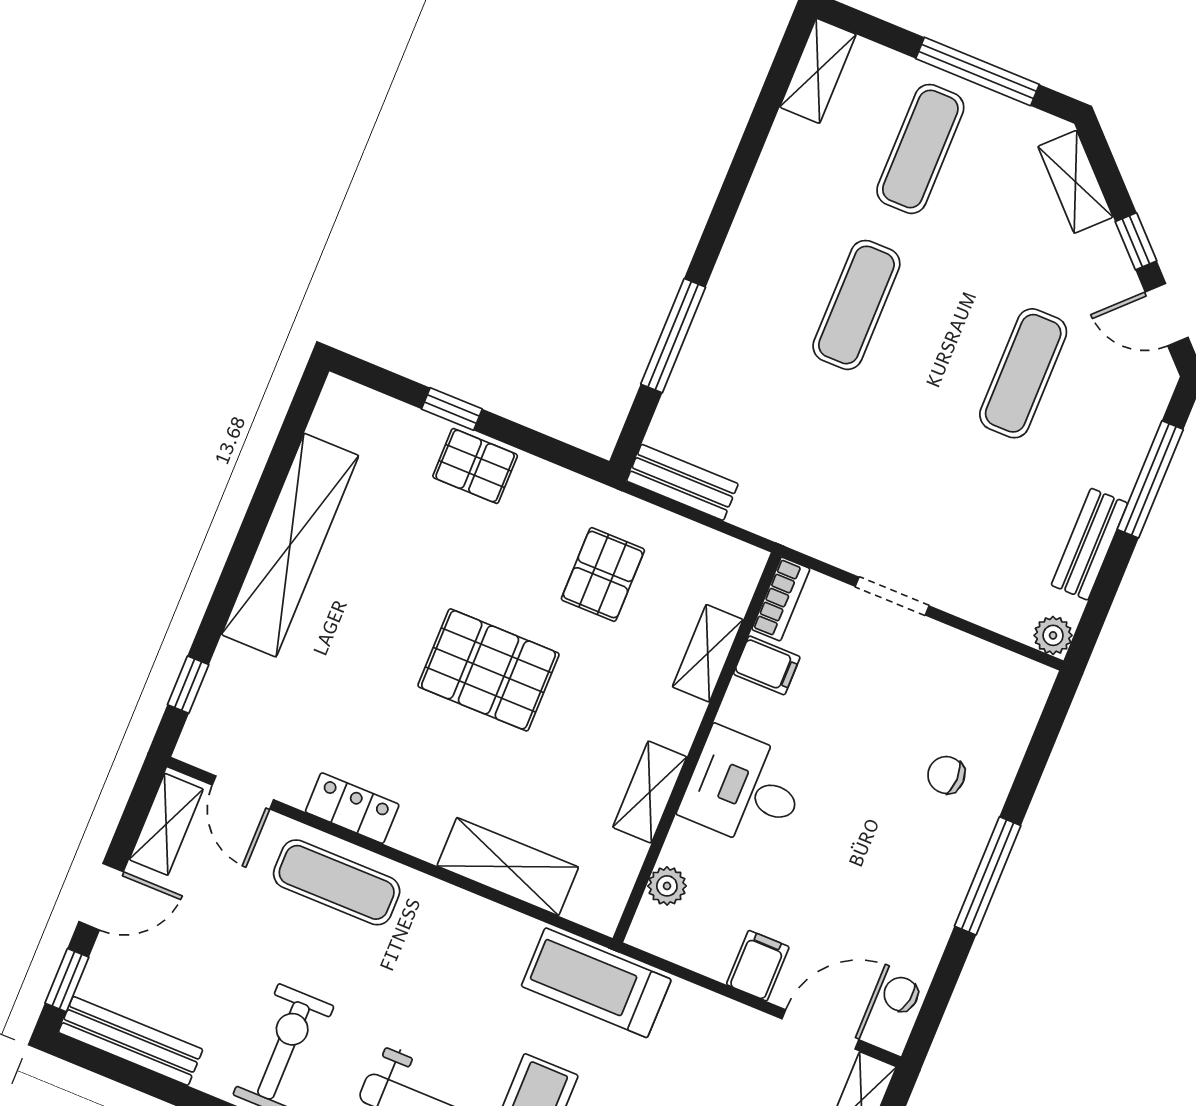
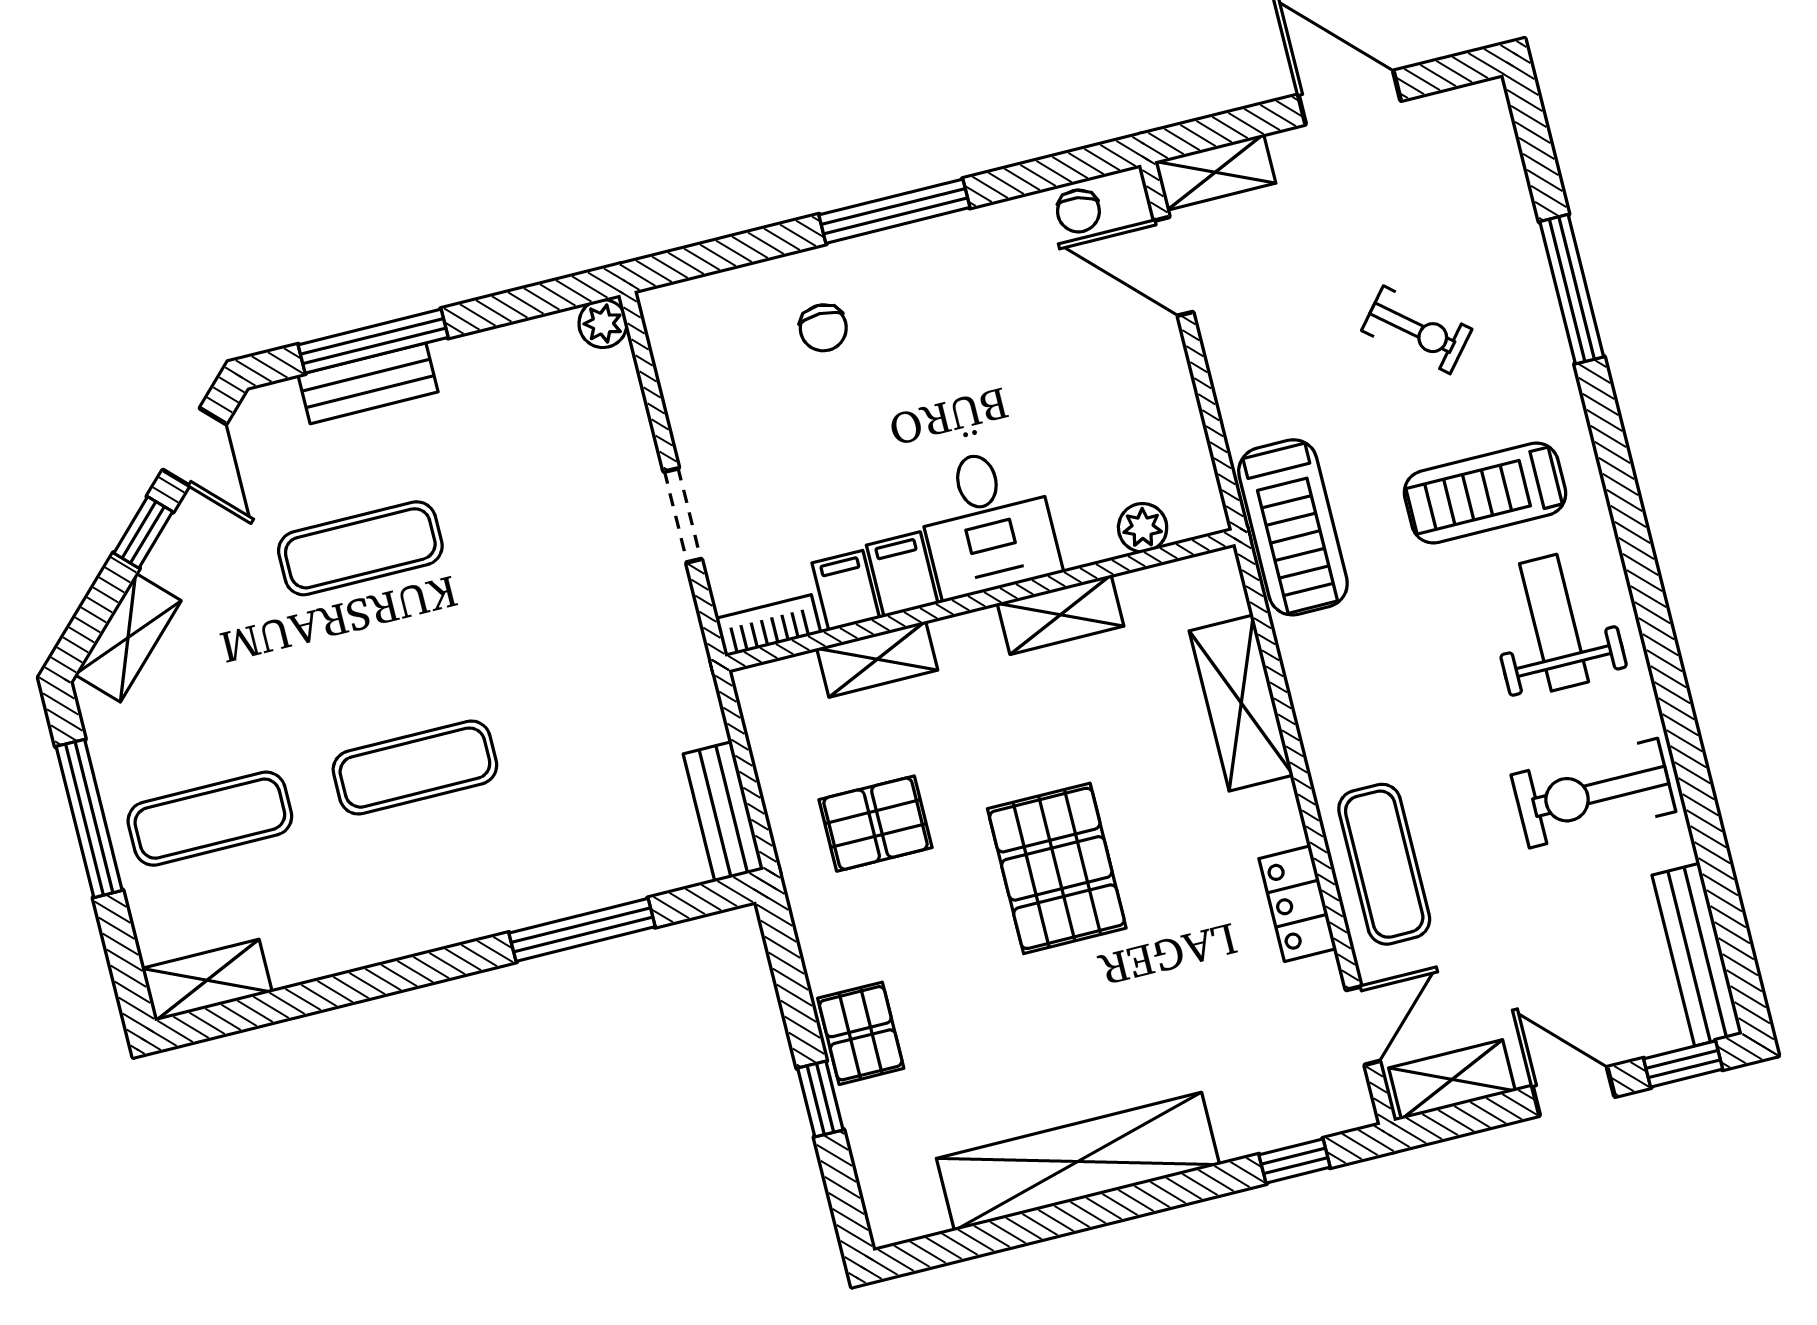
bench: (1089, 544) -> (368, 383), moved
filing cabinet: (758, 966) -> (902, 574), moved, turned 90

